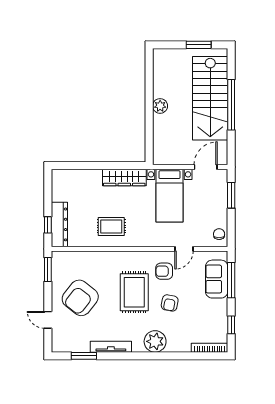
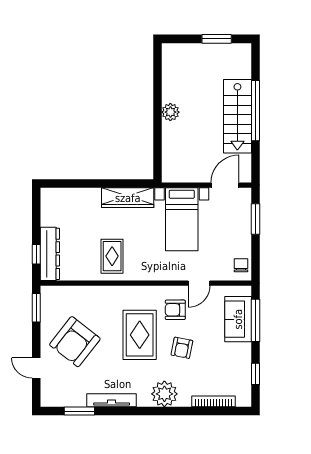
stairs: (210, 98) -> (237, 116), width x0.73, depth x0.66
rug: (111, 226) -> (112, 256), turned 90
bookcase: (210, 348) -> (213, 401), moved

